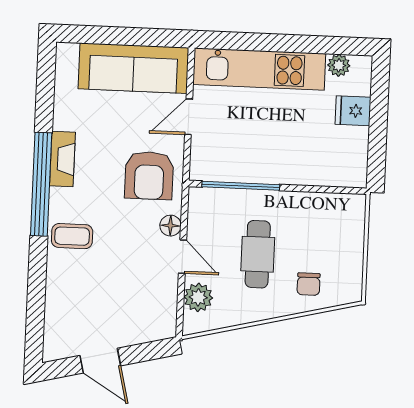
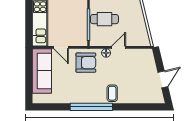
fireplace: (62, 159) -> (81, 99), removed
cafe table: (258, 254) -> (104, 19), moved
plant: (198, 297) -> (135, 40), removed

